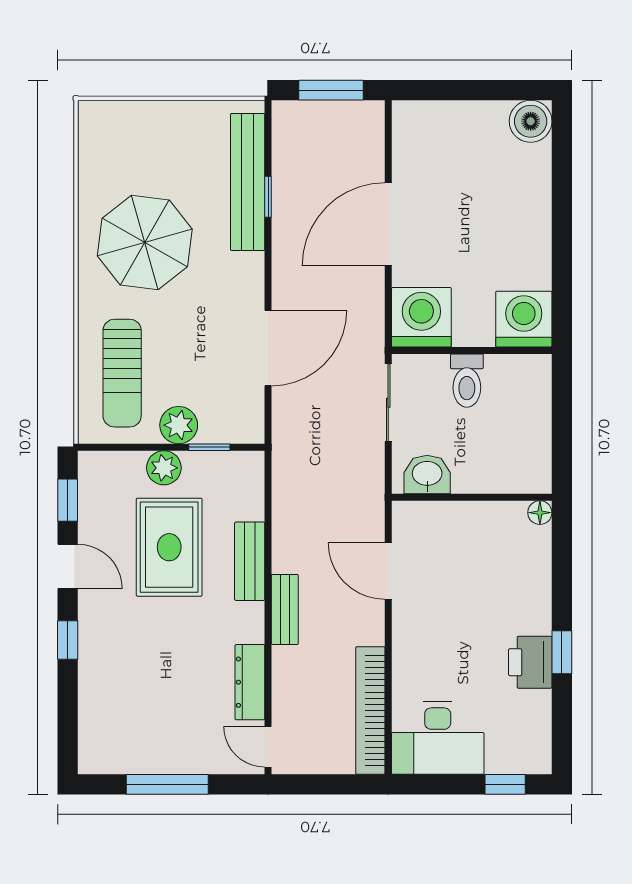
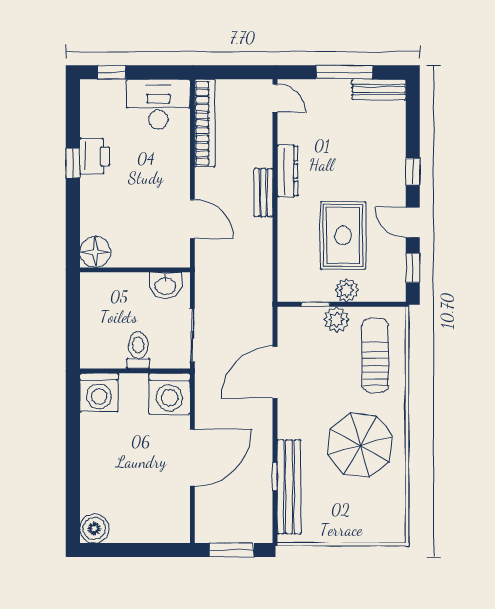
floor lamp: (540, 513) -> (95, 252), width x1.89, depth x1.89
bench: (250, 561) -> (379, 89), moved, turned 90
dresser: (250, 682) -> (287, 171), moved

